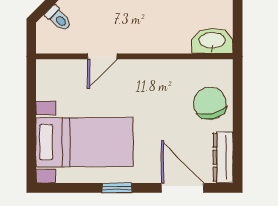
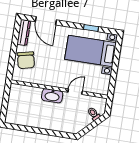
washbasin: (212, 41) -> (52, 96), moved
window: (117, 188) -> (91, 28), moved

